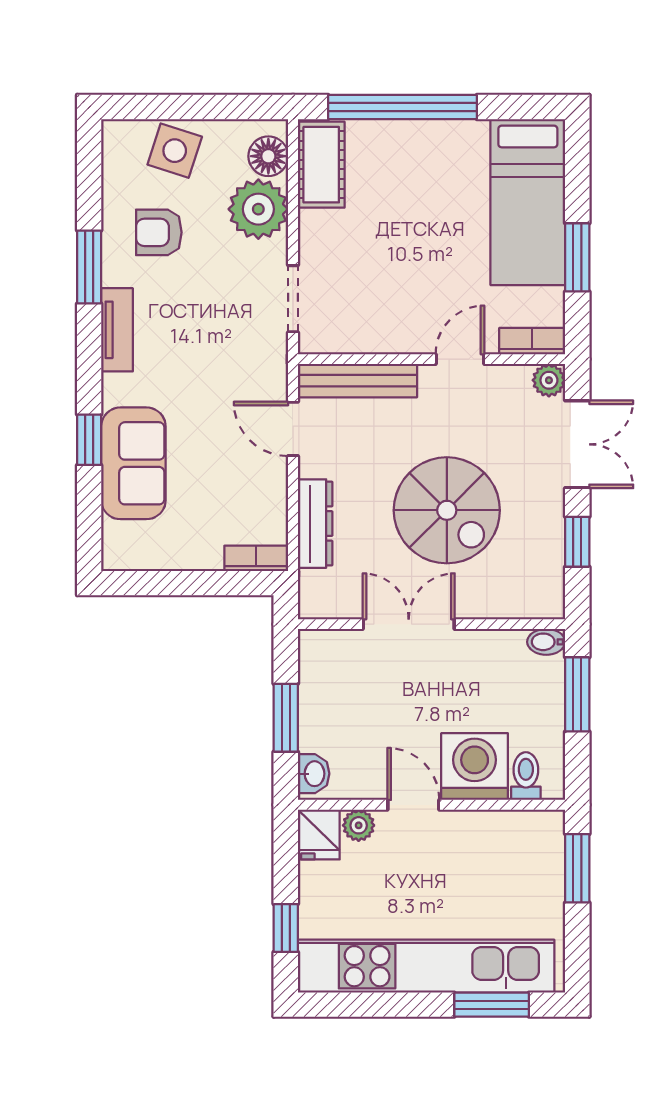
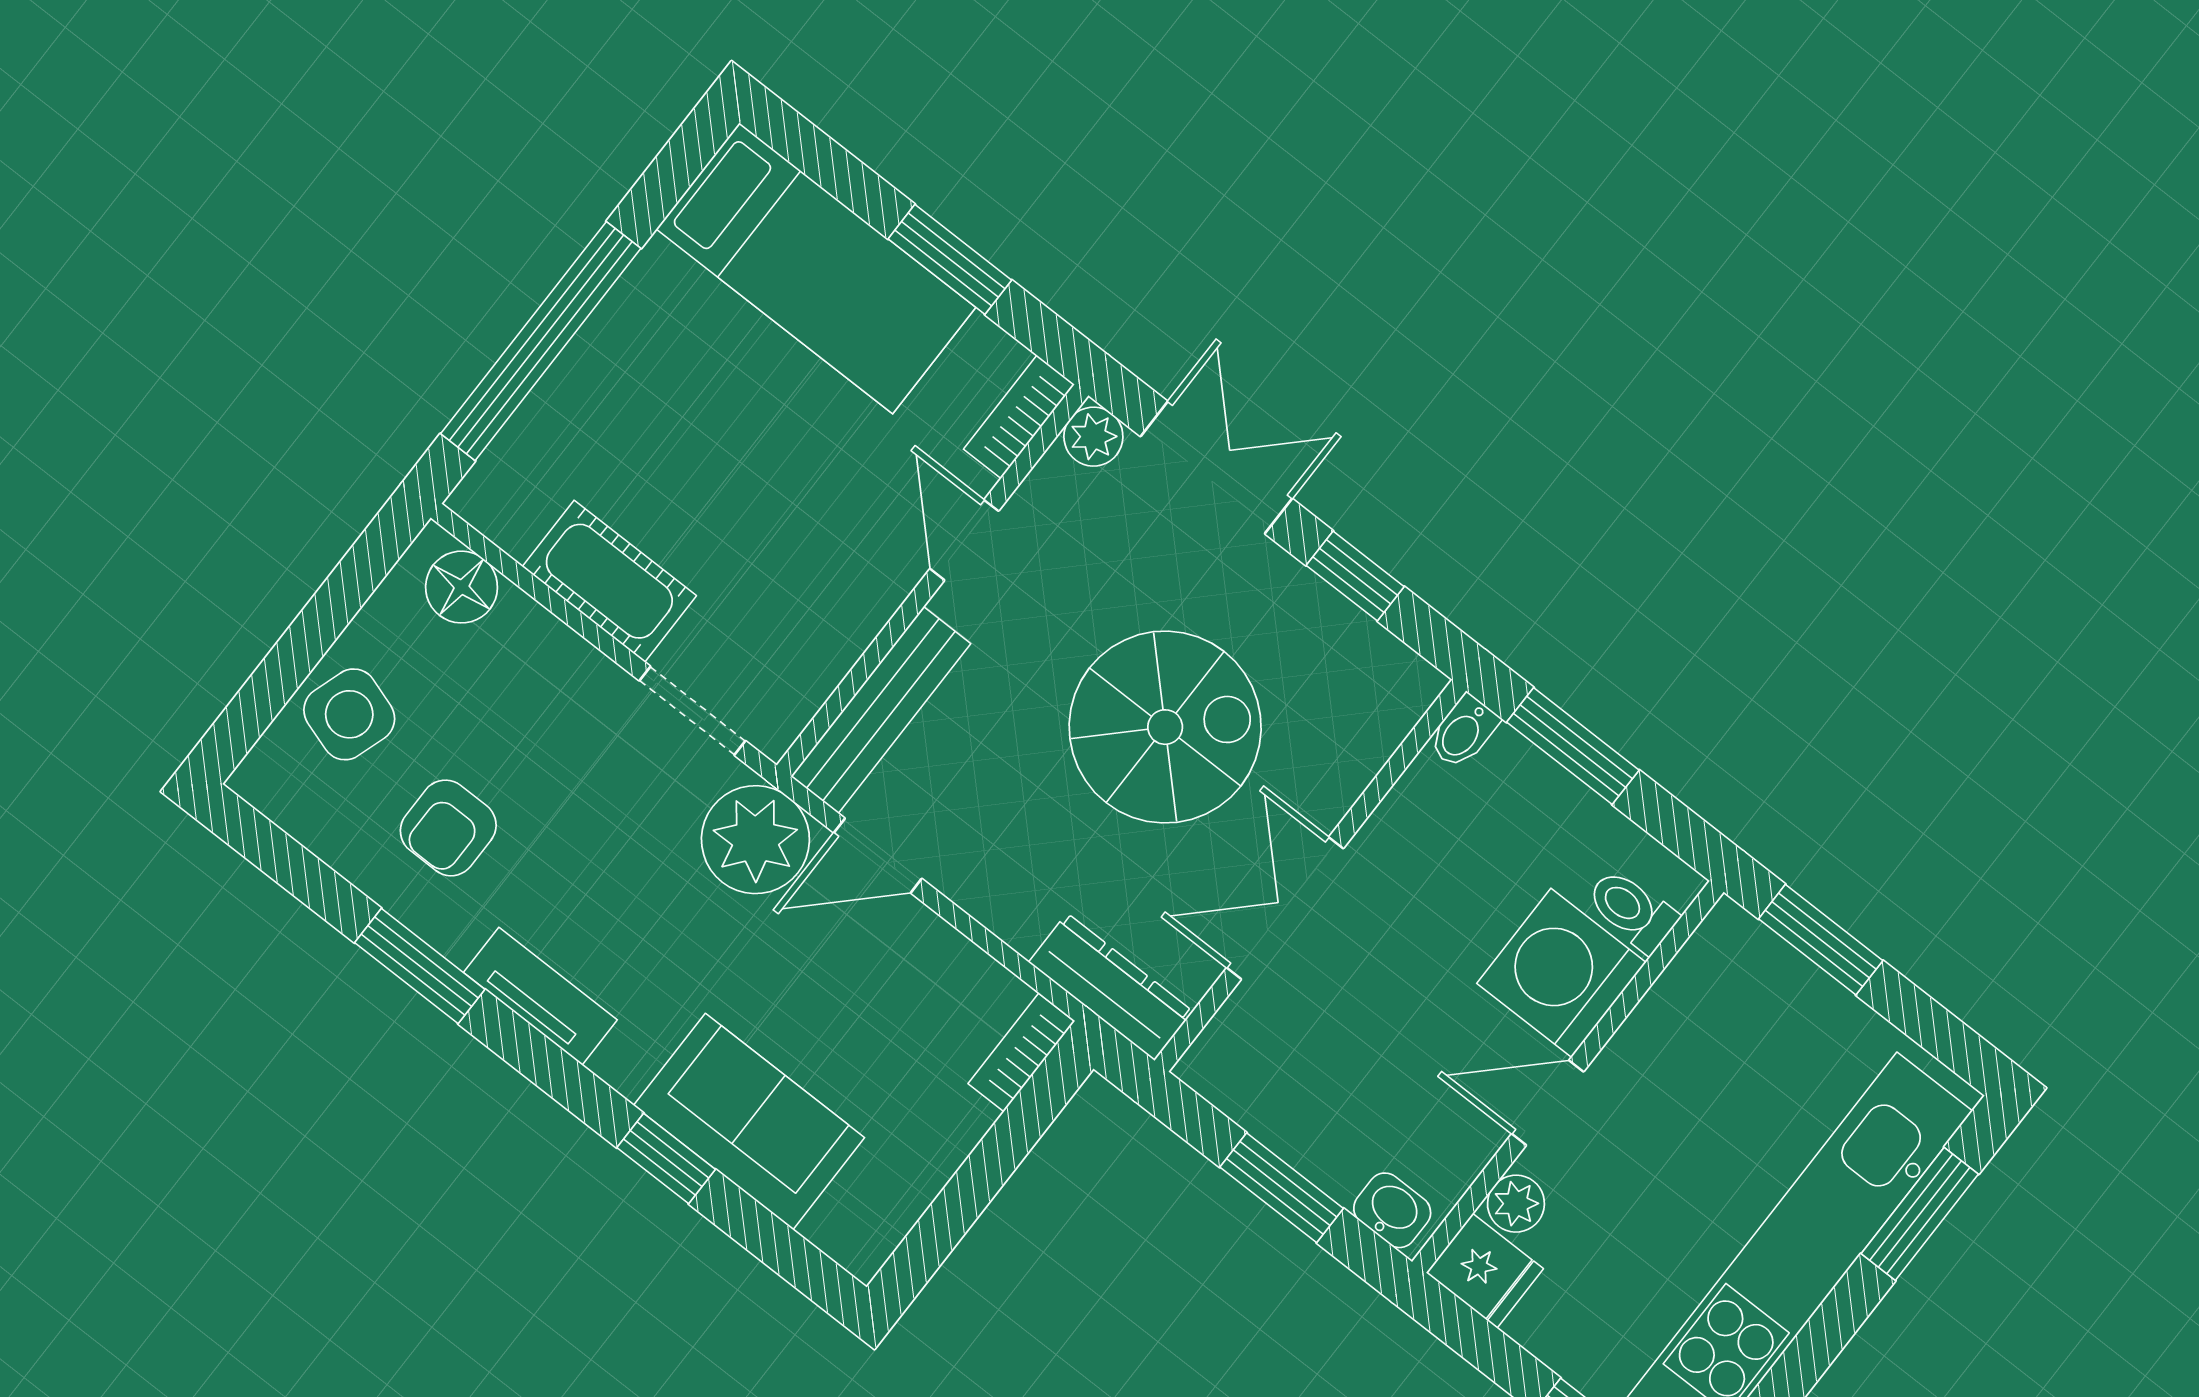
cot: (321, 165) -> (609, 581), moved
plant: (258, 209) -> (755, 840), moved
dresser: (315, 524) -> (1111, 987), moved

